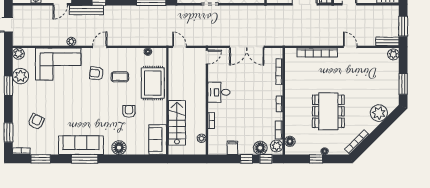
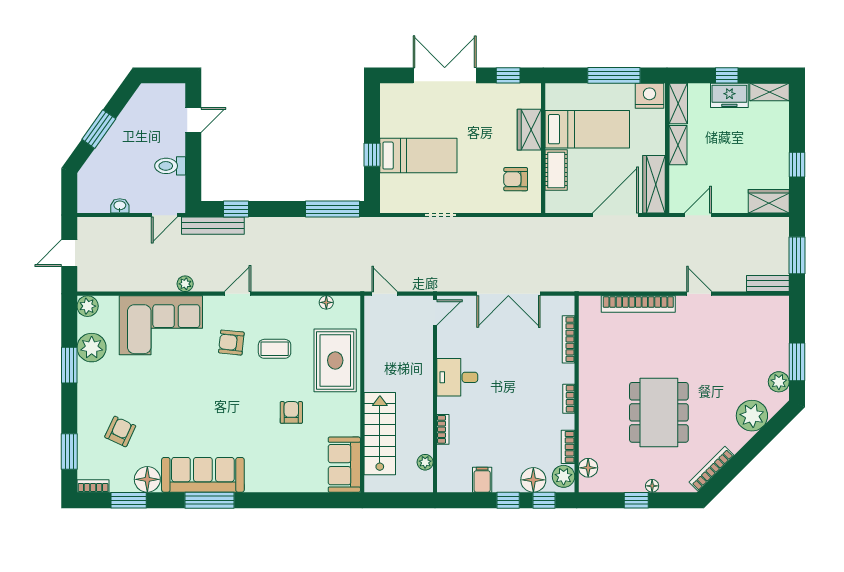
plant: (393, 54) -> (779, 382), moved
floor lamp: (119, 148) -> (147, 479), moved

